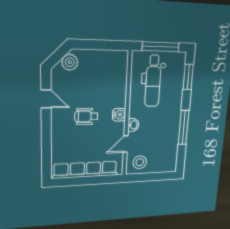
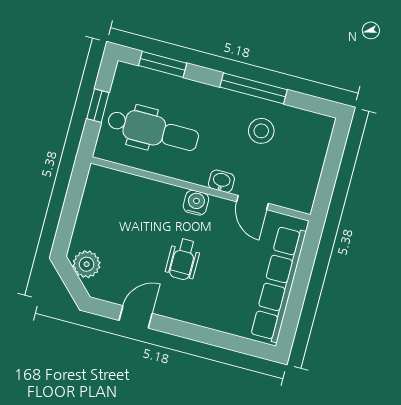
window: (161, 47) -> (98, 106), width x0.46
stool: (140, 162) -> (261, 131), moved

